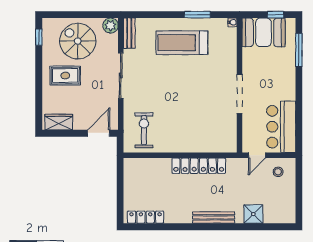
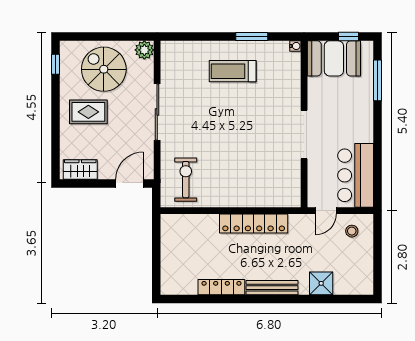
bench: (129, 33) -> (168, 59), removed
treadmill: (182, 43) -> (233, 71), width x0.73, depth x0.73
locker: (146, 217) -> (221, 287), moved

